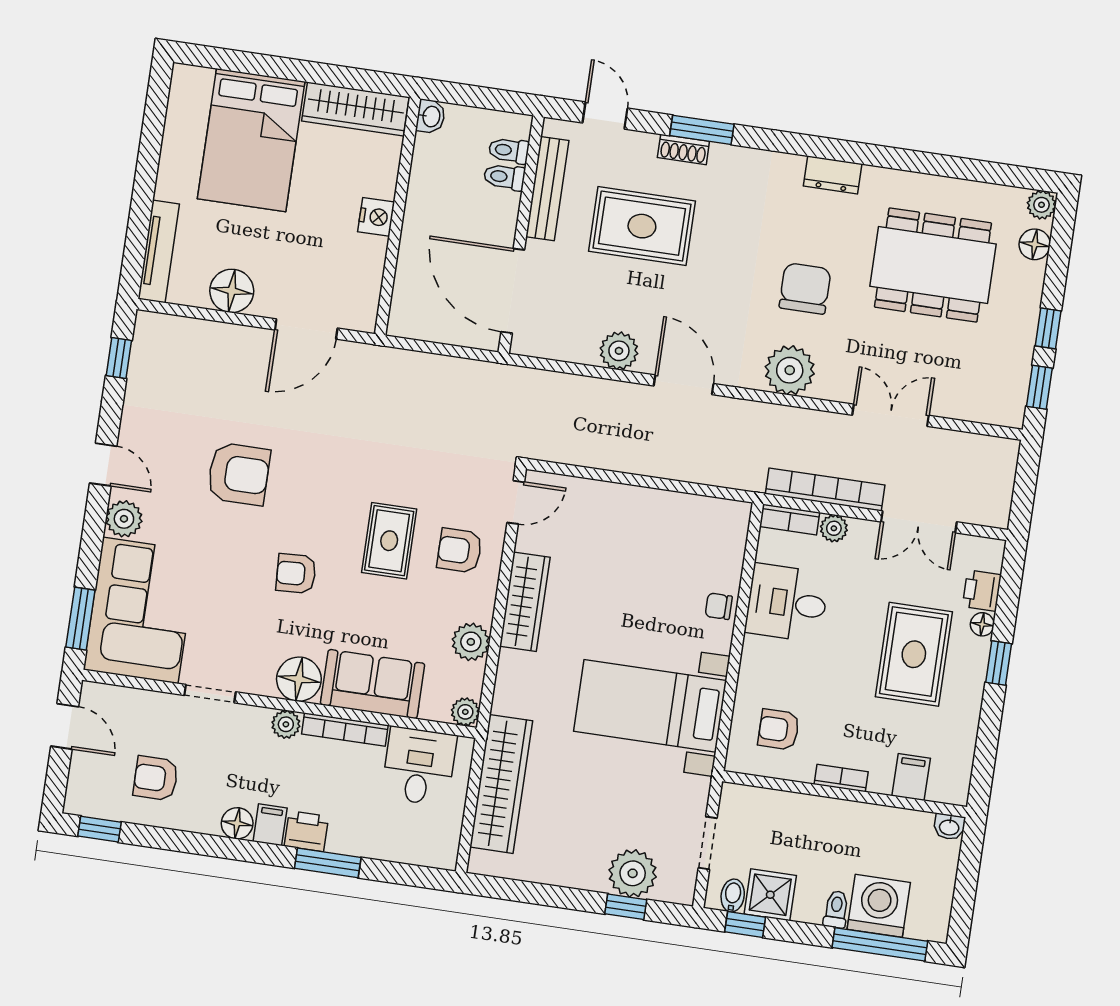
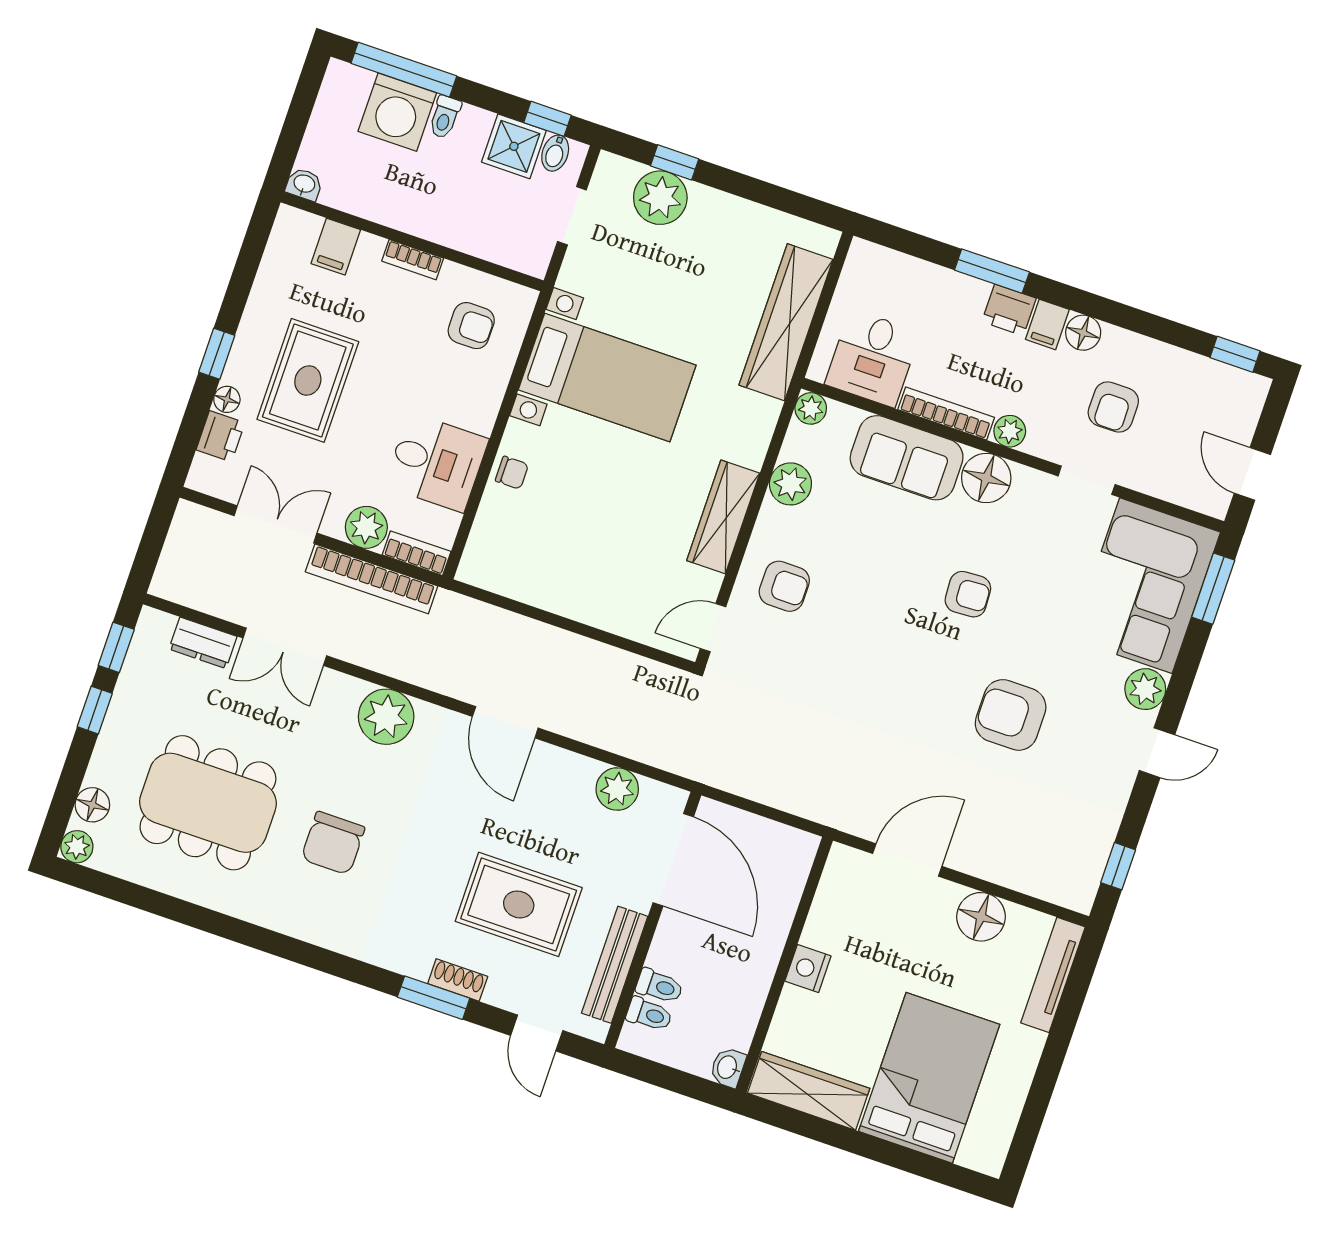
dresser: (833, 175) -> (203, 643), moved, turned 180
chair: (805, 288) -> (333, 843), moved
plant: (619, 351) -> (617, 789), moved
door: (103, 465) -> (1157, 753), swing flipped
plant: (834, 528) -> (366, 527), width x1.38, depth x1.38
rug: (389, 541) -> (859, 611), removed
armchair: (156, 778) -> (1113, 407), moved, turned 90

